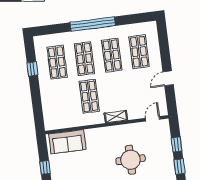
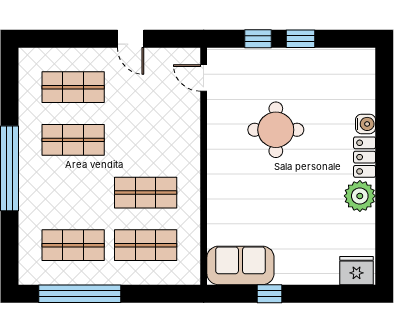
shop shelf: (84, 59) -> (146, 245), moved
window: (32, 69) -> (80, 294), width x3.17
shelving: (116, 117) -> (191, 147), removed
sofa: (67, 142) -> (240, 265), moved, turned -90

